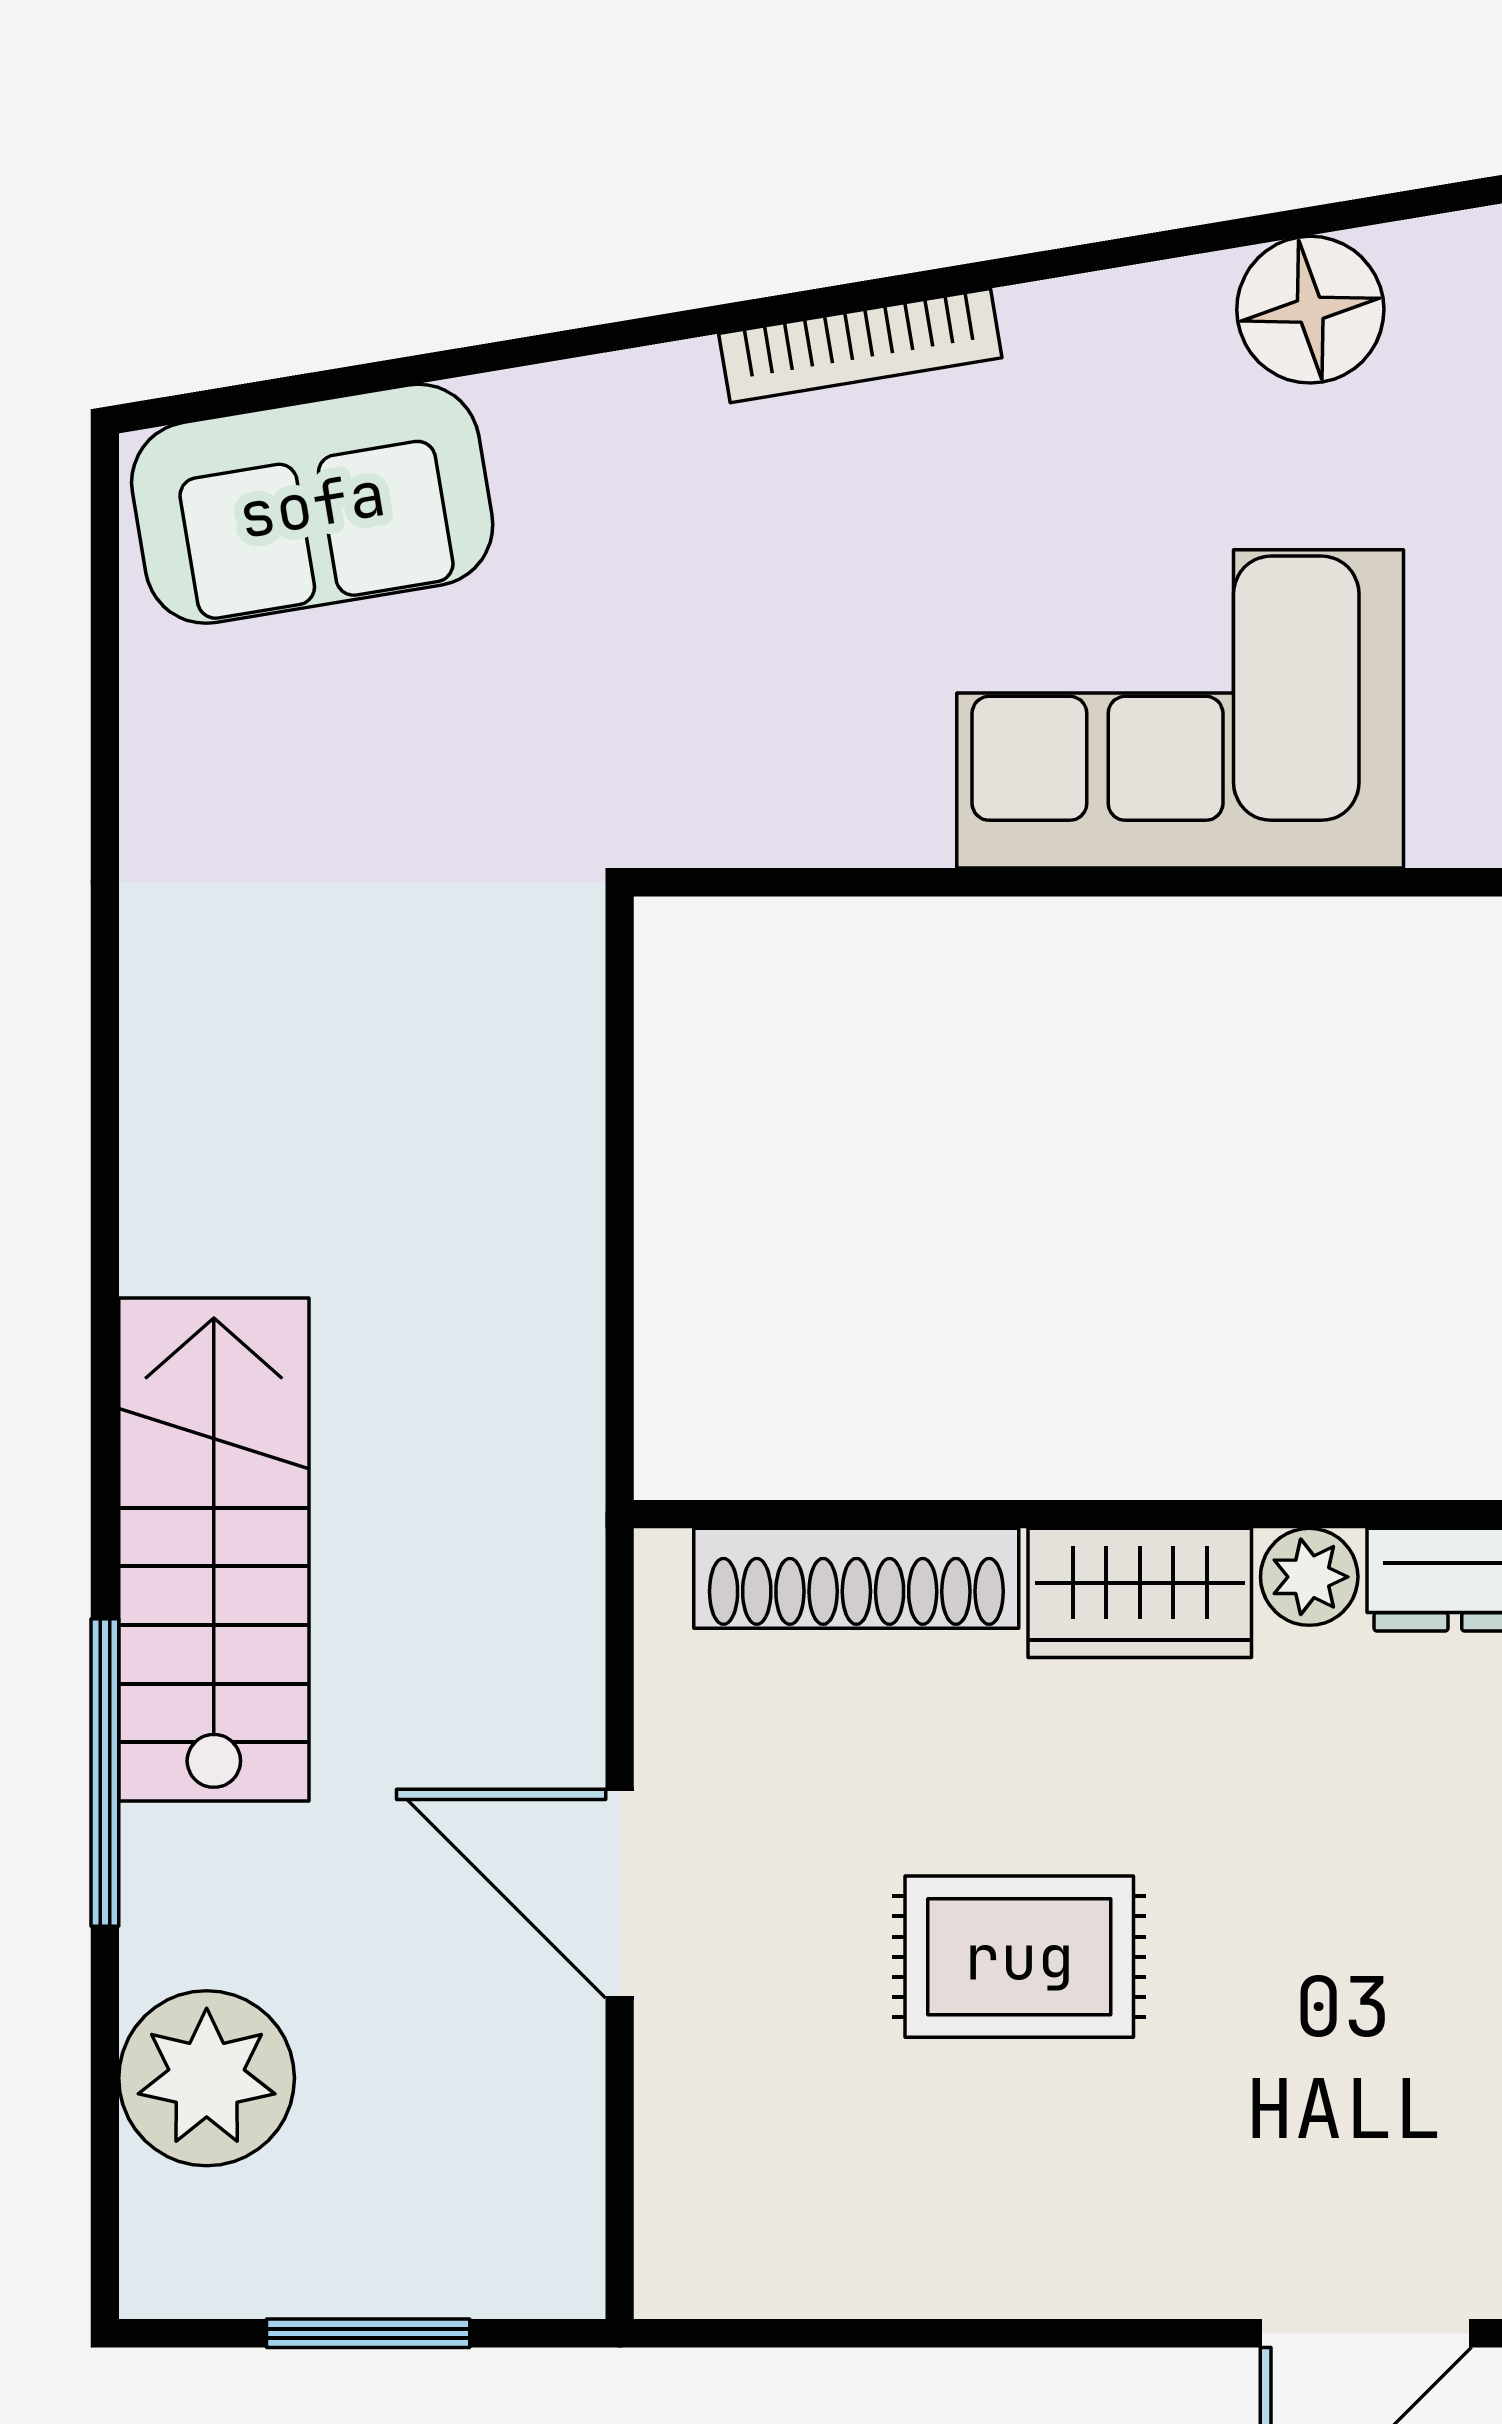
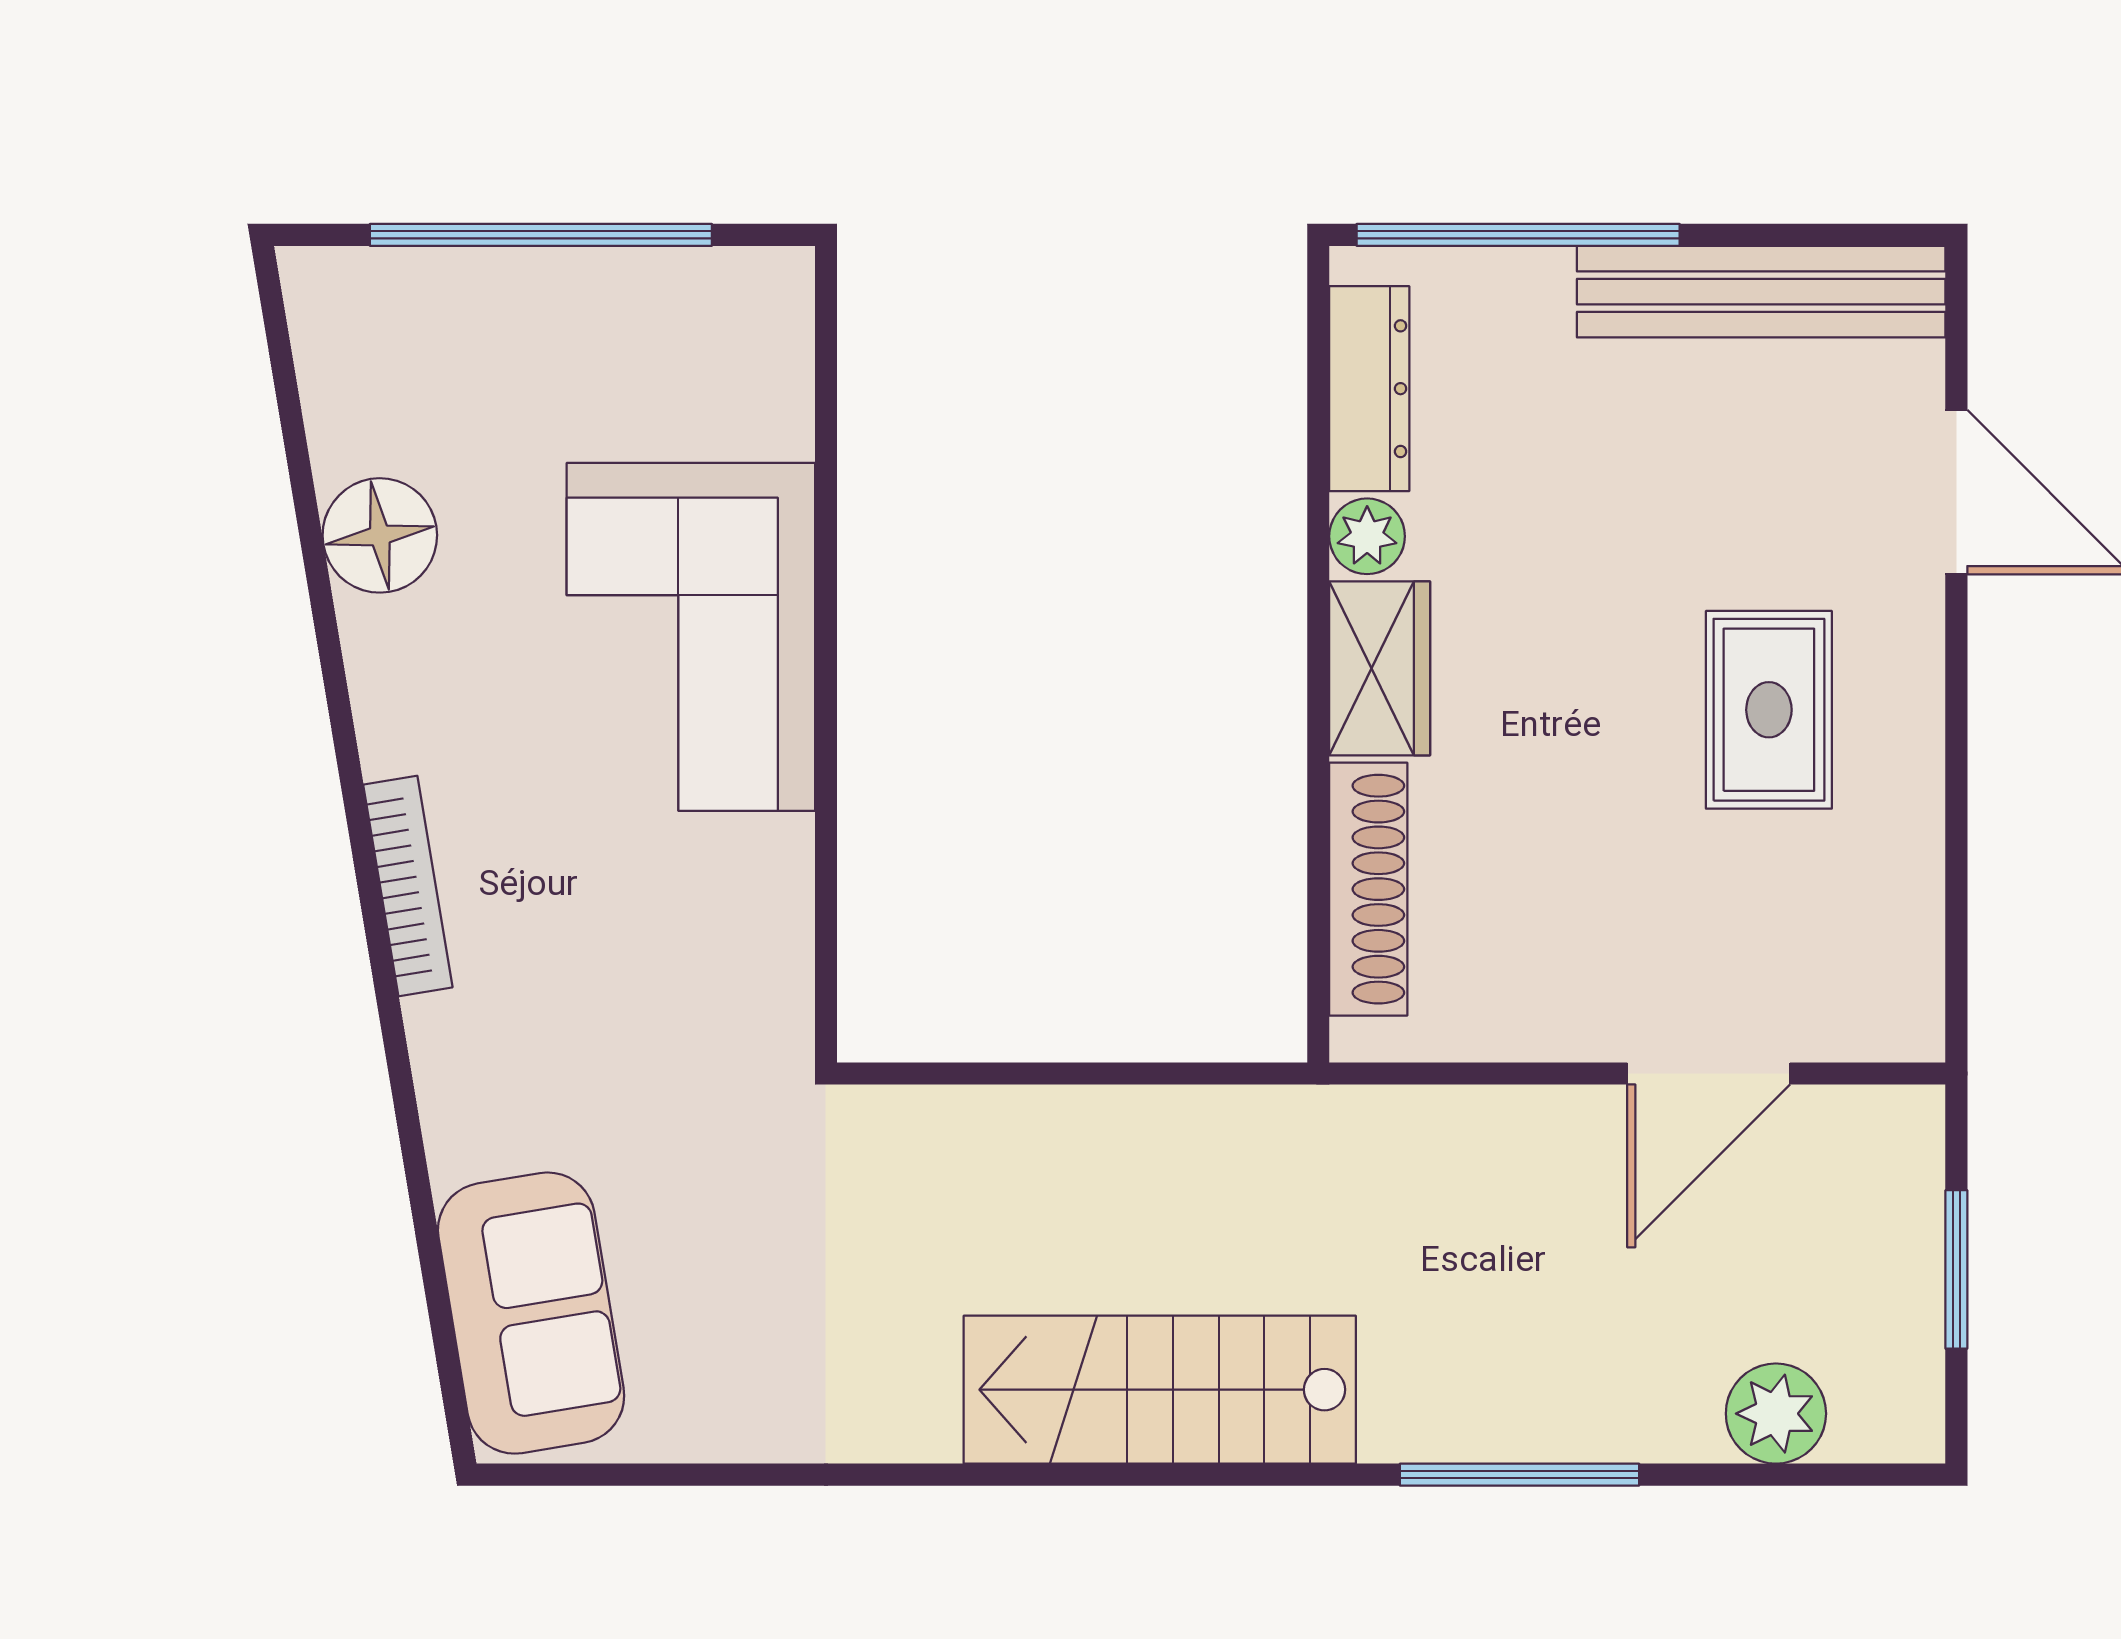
stairs: (214, 1549) -> (1160, 1390), moved
door: (620, 1894) -> (1709, 1073), moved
rug: (1019, 1957) -> (1769, 710), moved
plant: (207, 2078) -> (1776, 1414), width x0.73, depth x0.73

